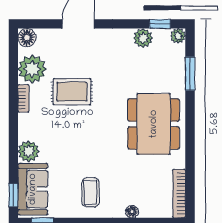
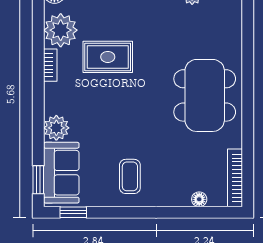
window: (190, 74) -> (248, 36), removed
floor lamp: (132, 212) -> (199, 199), moved

